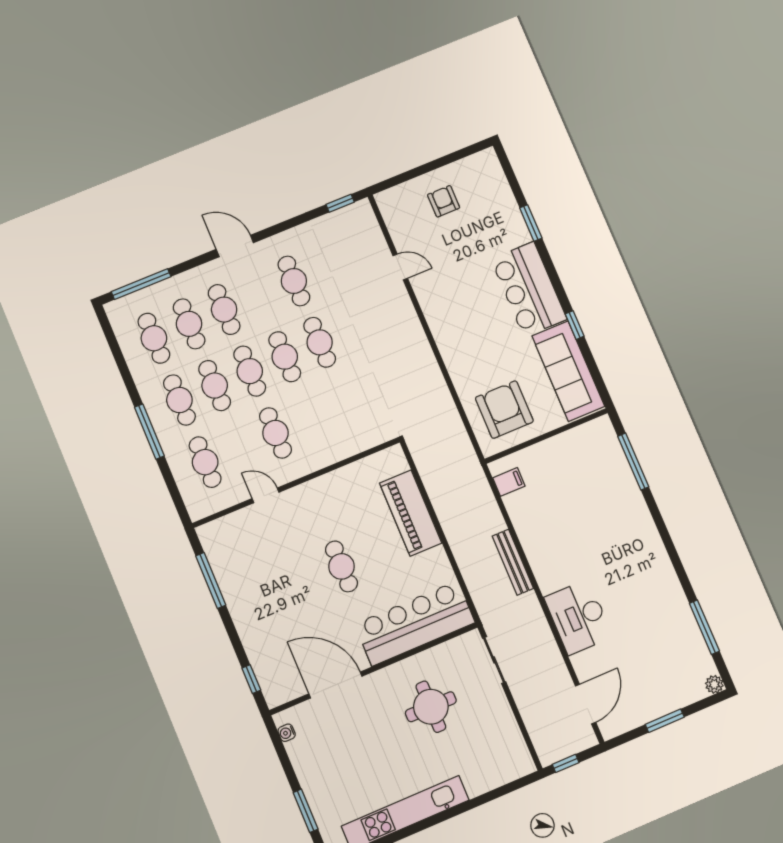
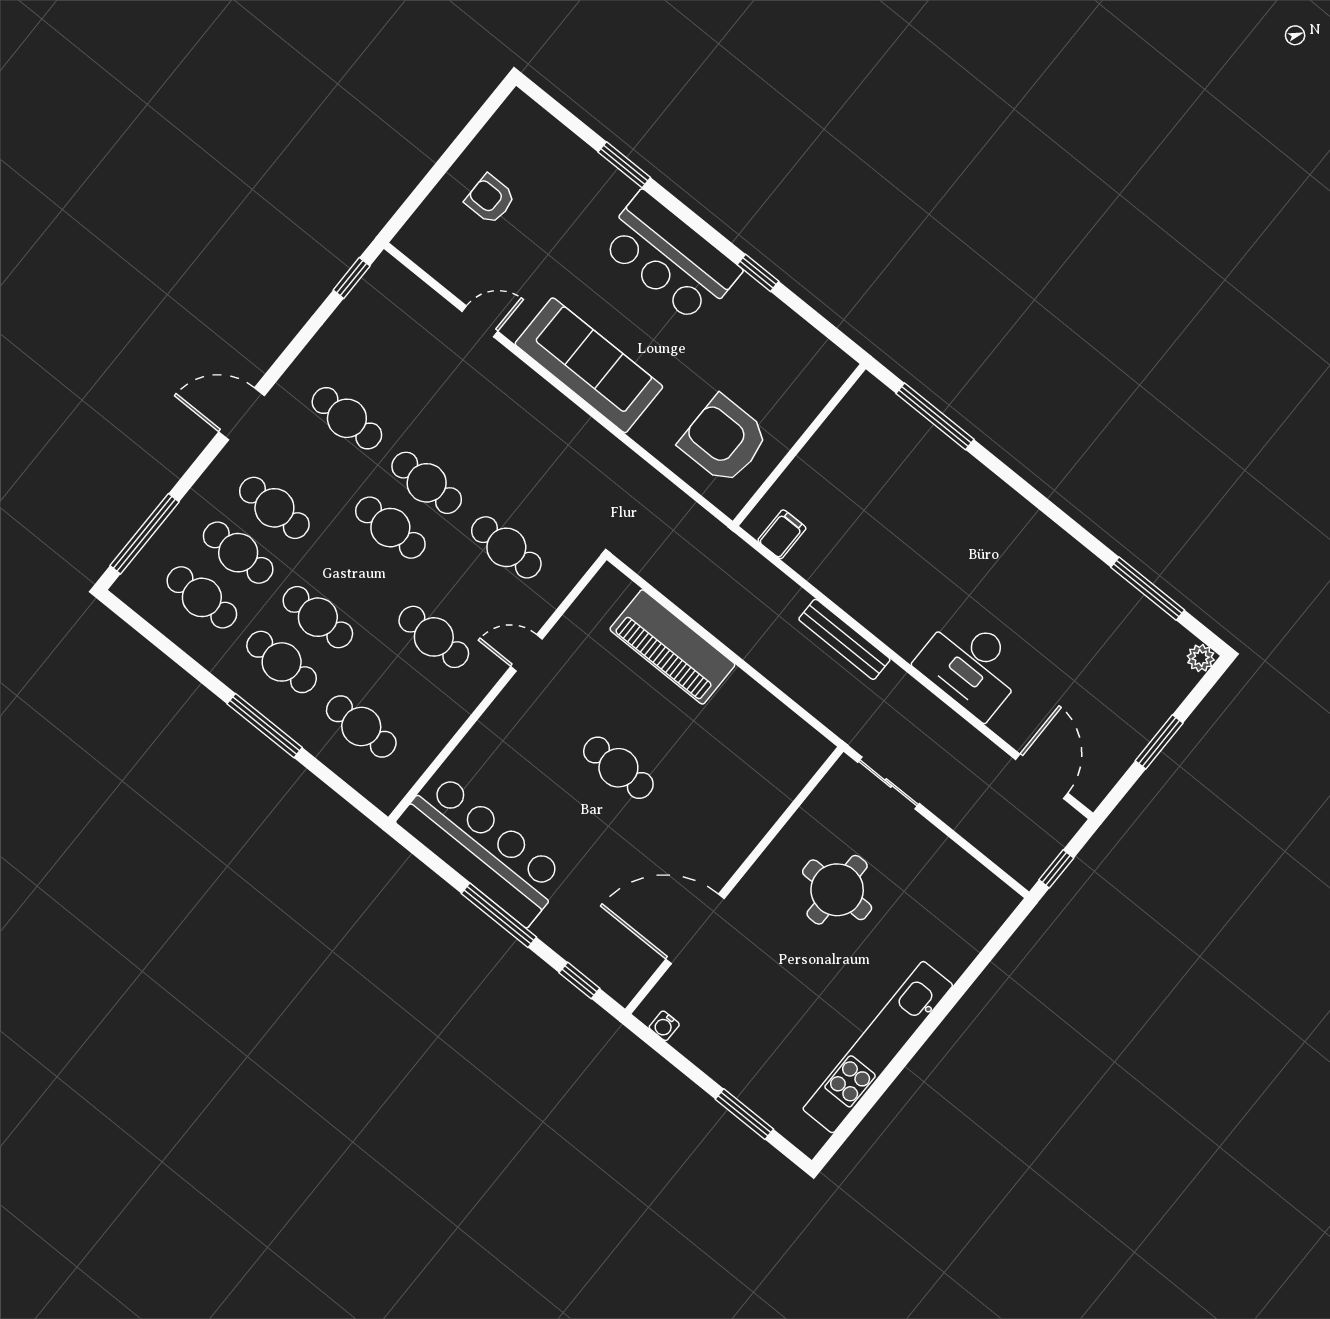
cafe table: (250, 371) -> (506, 547), moved
sofa: (568, 371) -> (589, 365), moved, turned 180
door: (266, 495) -> (526, 653), moved
window: (211, 581) -> (499, 915), moved
bar counter: (415, 623) -> (482, 849), moved, turned 90

